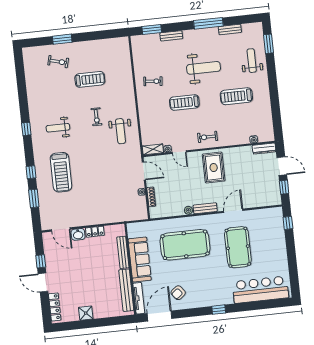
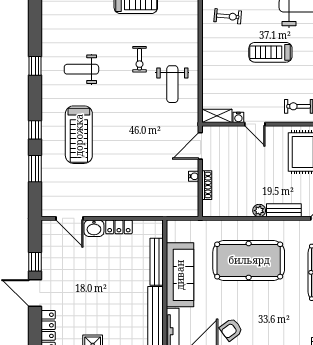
door: (144, 171) -> (200, 146), swing flipped

